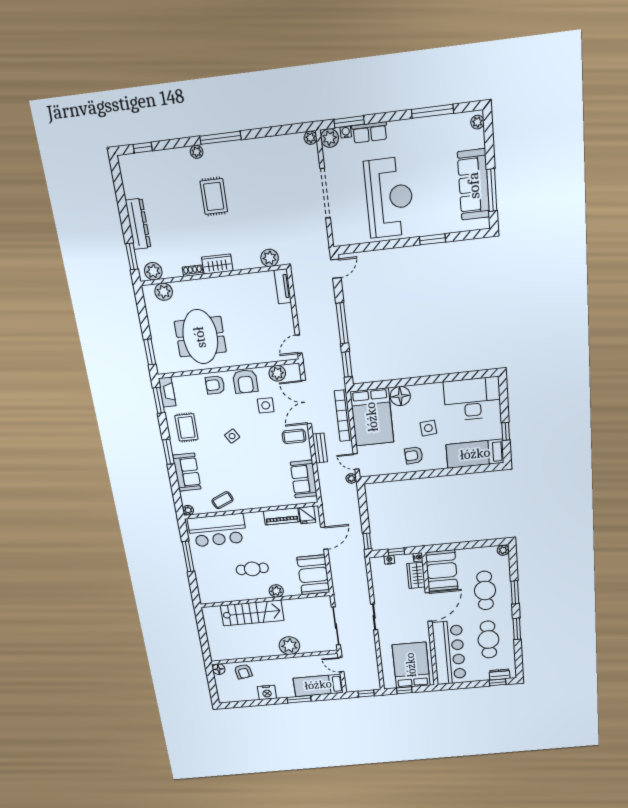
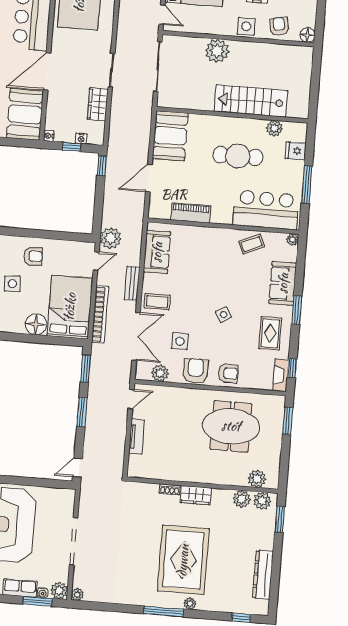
rug: (214, 196) -> (183, 560), width x1.86, depth x2.06
dresser: (138, 224) -> (263, 575), moved
plant: (270, 258) -> (242, 499), moved
shoe rack: (193, 271) -> (170, 489), moved
tv unit: (283, 286) -> (136, 437), moved
window: (342, 323) -> (82, 412), width x0.69
meeting table: (200, 337) -> (231, 426), turned 90
window: (159, 400) -> (292, 368), width x0.67
door: (356, 461) -> (96, 261), hinge flipped
plant: (351, 478) -> (111, 238), width x1.88, depth x1.88
fridge: (307, 515) -> (296, 151), moved, turned -90
cafe table: (252, 569) -> (238, 156), width x1.37, depth x1.35
wardrobe: (416, 575) -> (98, 104), moved, turned 180
plant: (276, 591) -> (274, 128), moved
side table: (270, 667) -> (246, 26), added

